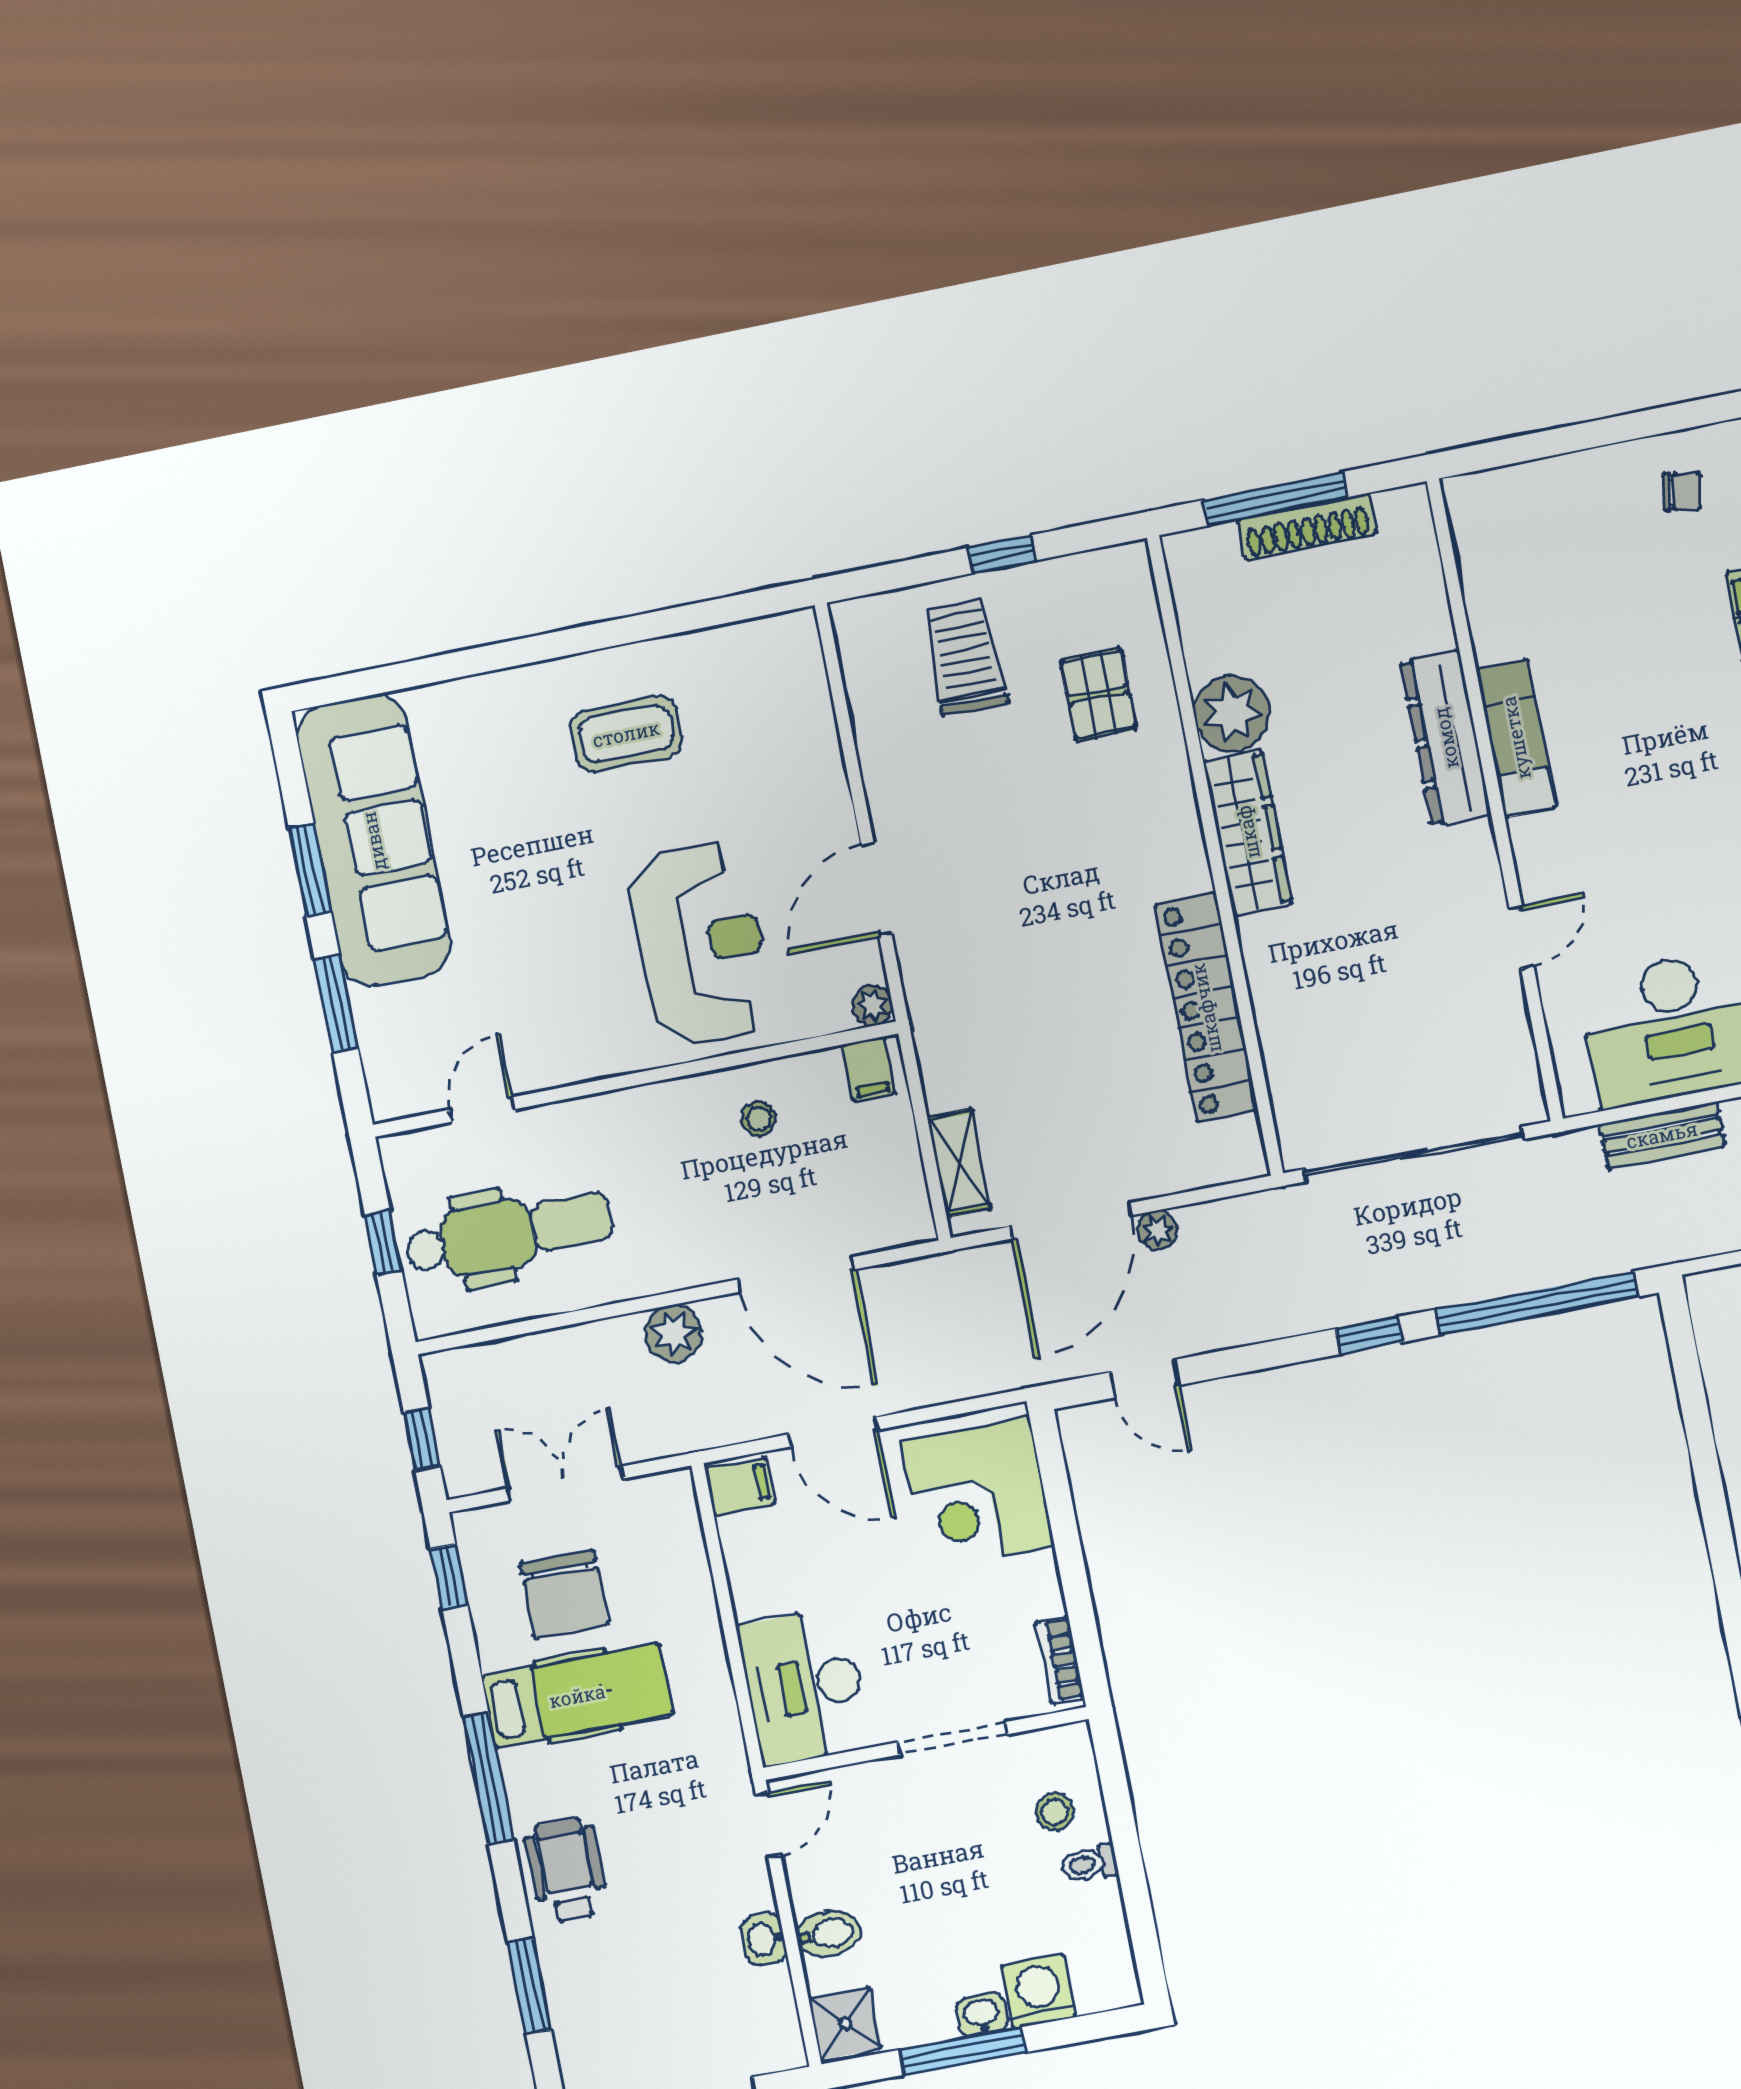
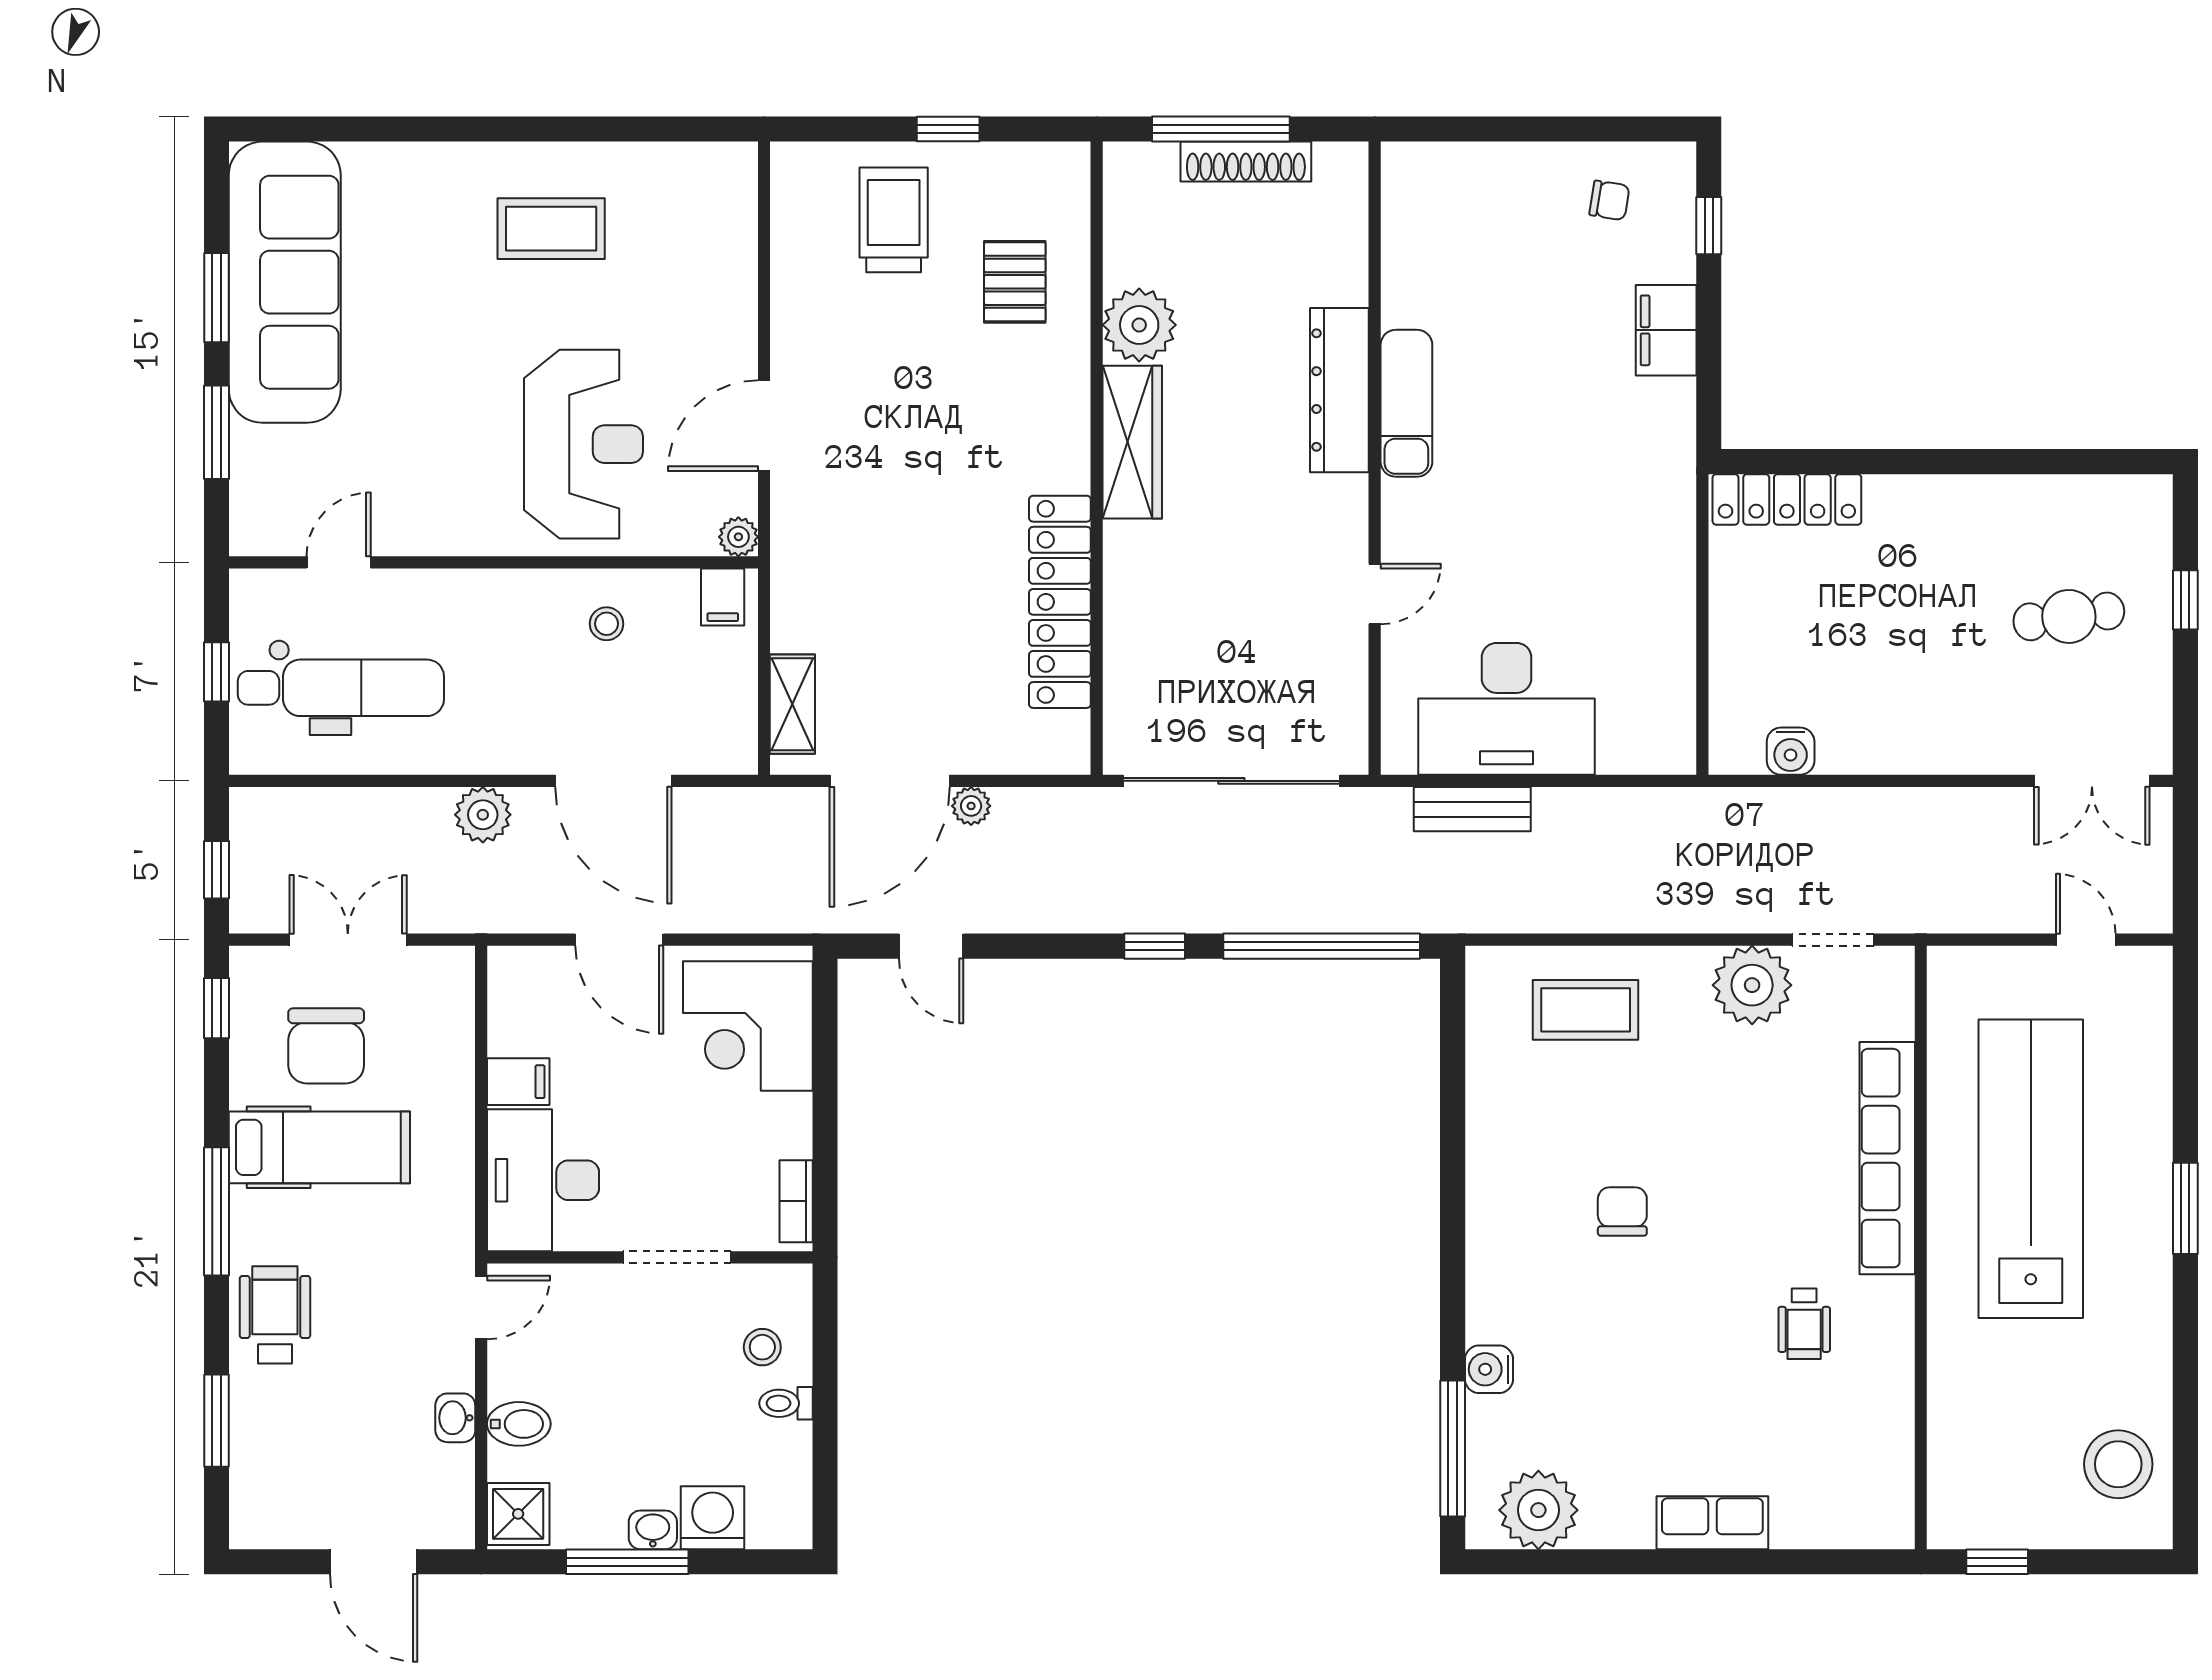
filing cabinet: (740, 1486) -> (518, 1082), moved

